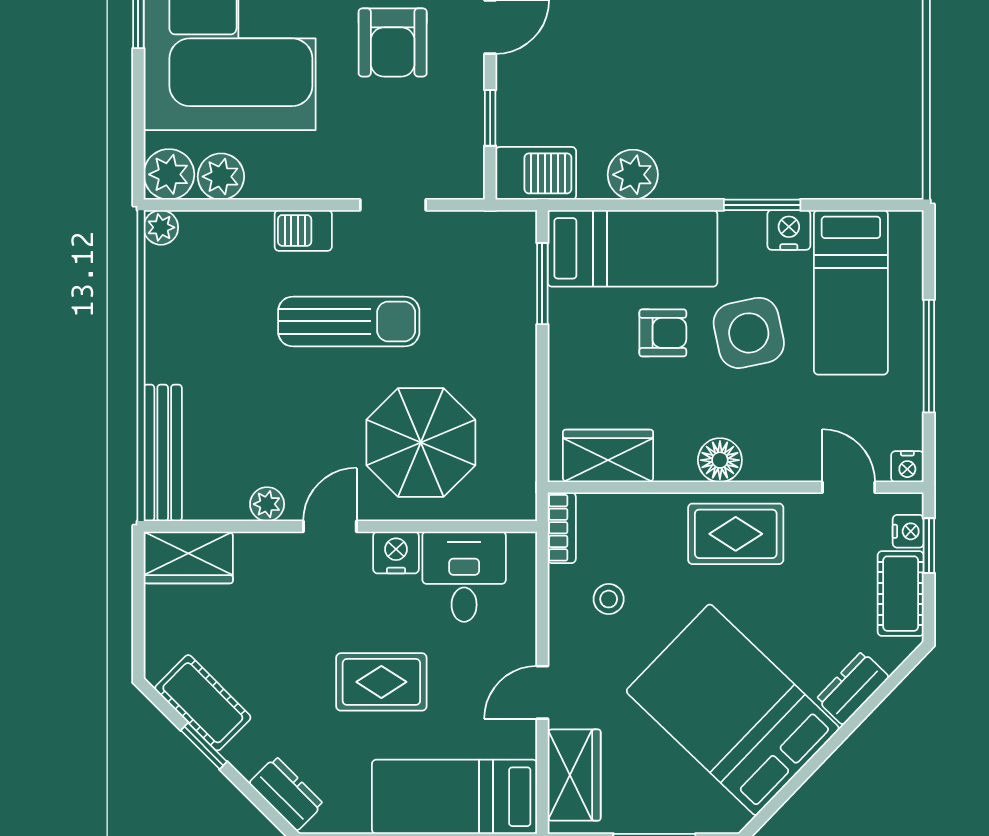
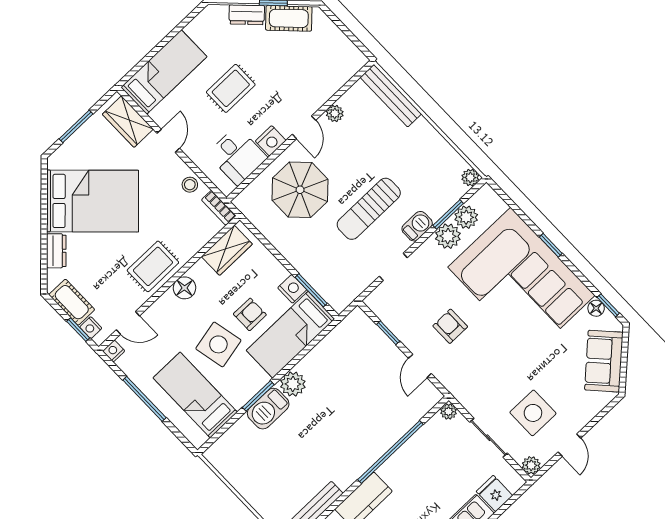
armchair: (393, 42) -> (450, 326), width x0.72, depth x0.72
barbecue: (536, 173) -> (268, 409), moved
plant: (169, 174) -> (448, 236), moved
plant: (633, 175) -> (293, 384), moved
window: (243, 205) -> (448, 214), added
nightstand: (789, 230) -> (292, 289), moved, turned -90
armchair: (663, 333) -> (250, 314), turned 180
wardrobe: (188, 557) -> (345, 66), removed
stool: (609, 599) -> (190, 185), moved
dresser: (286, 794) -> (247, 15), moved

